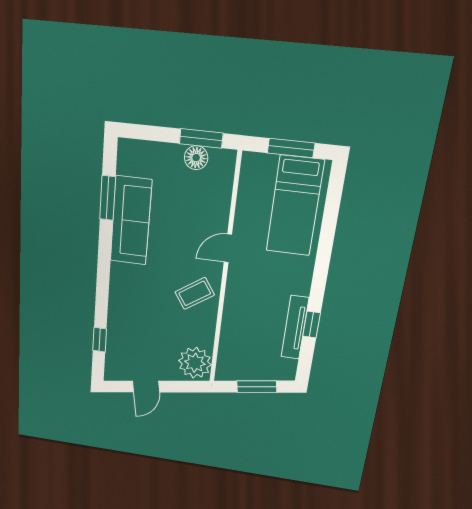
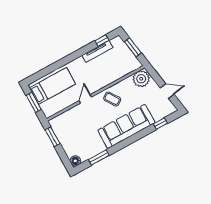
floor lamp: (196, 158) -> (75, 161), moved
sofa: (131, 221) -> (126, 126), moved, width x1.36, depth x1.27
door: (228, 248) -> (85, 99), swing flipped
window: (312, 325) -> (102, 41), moved

